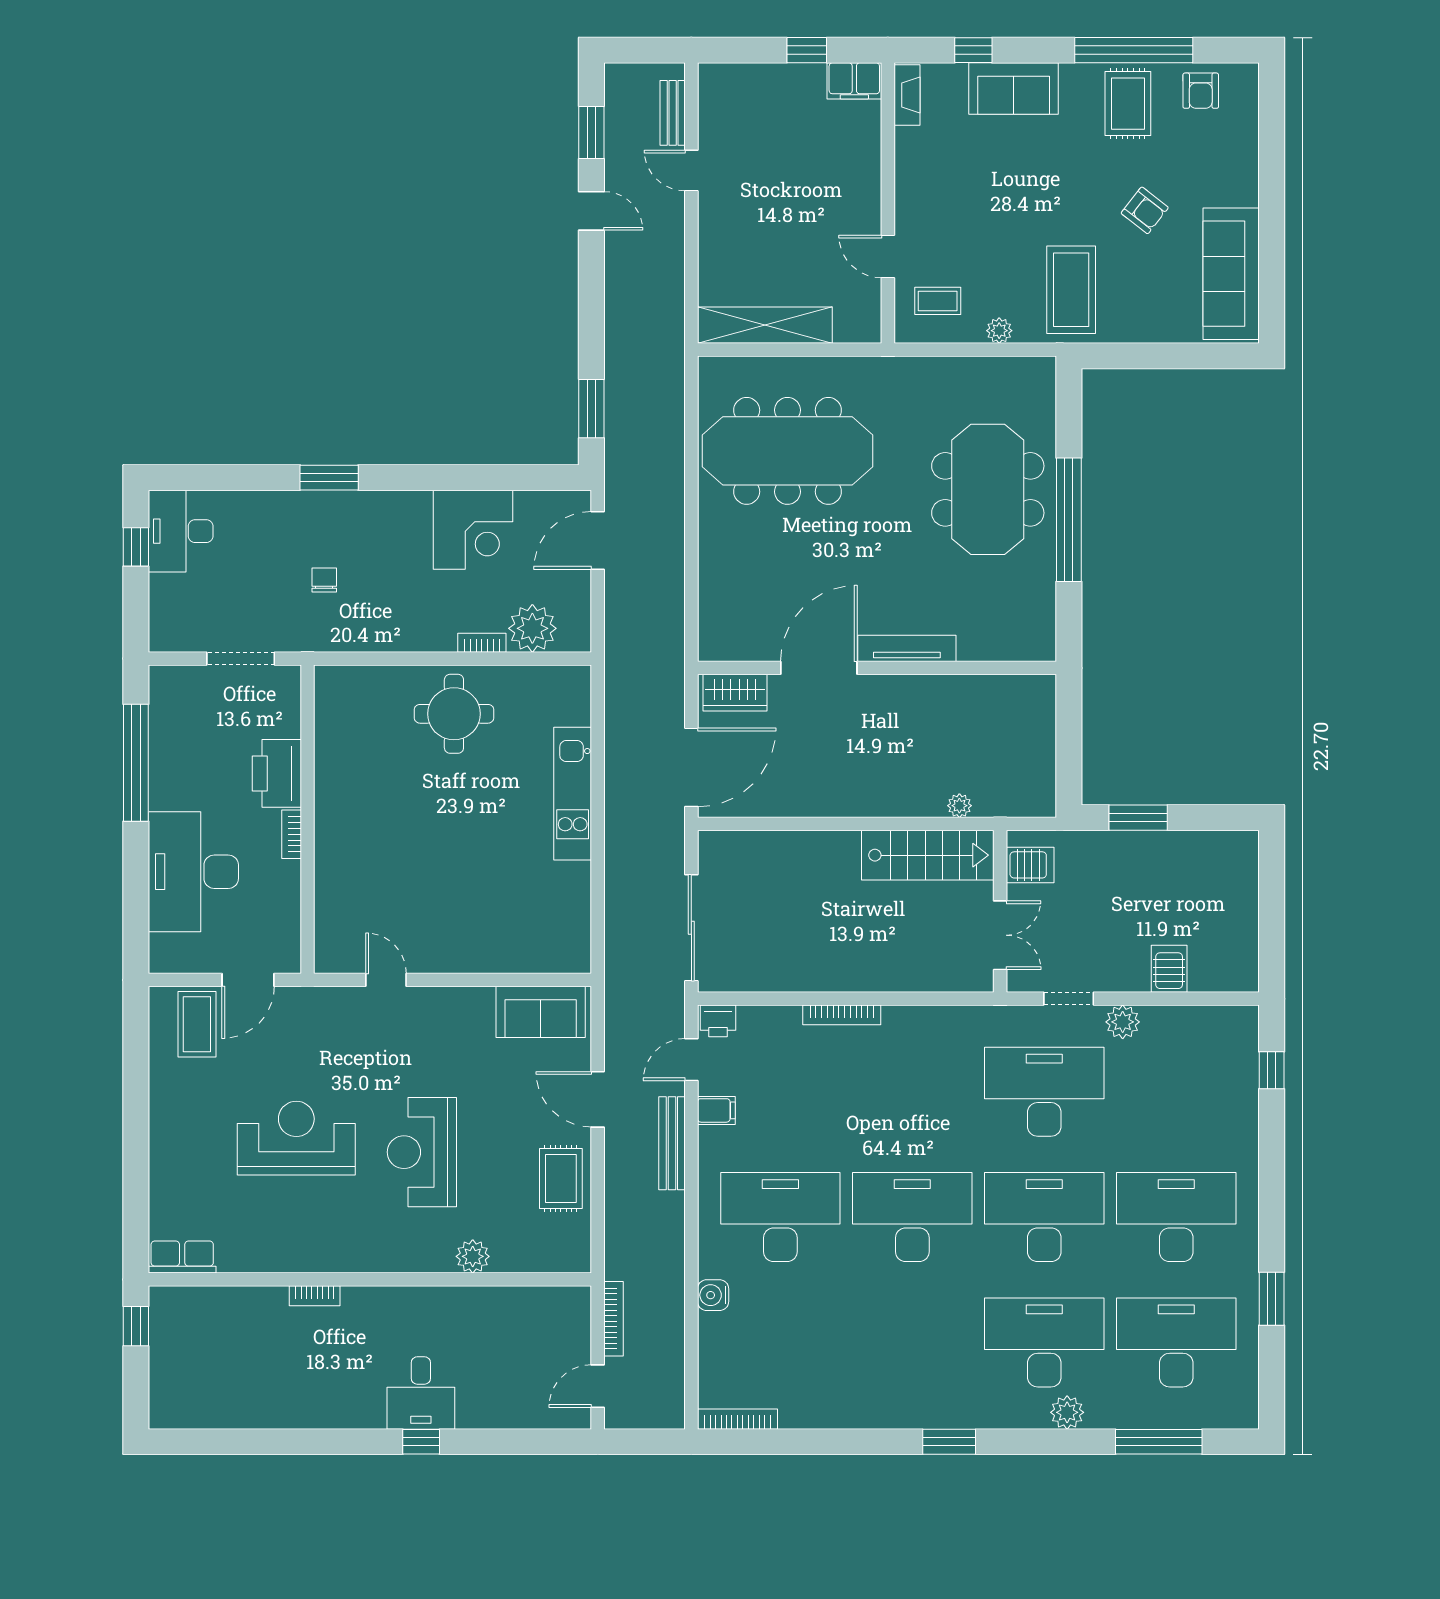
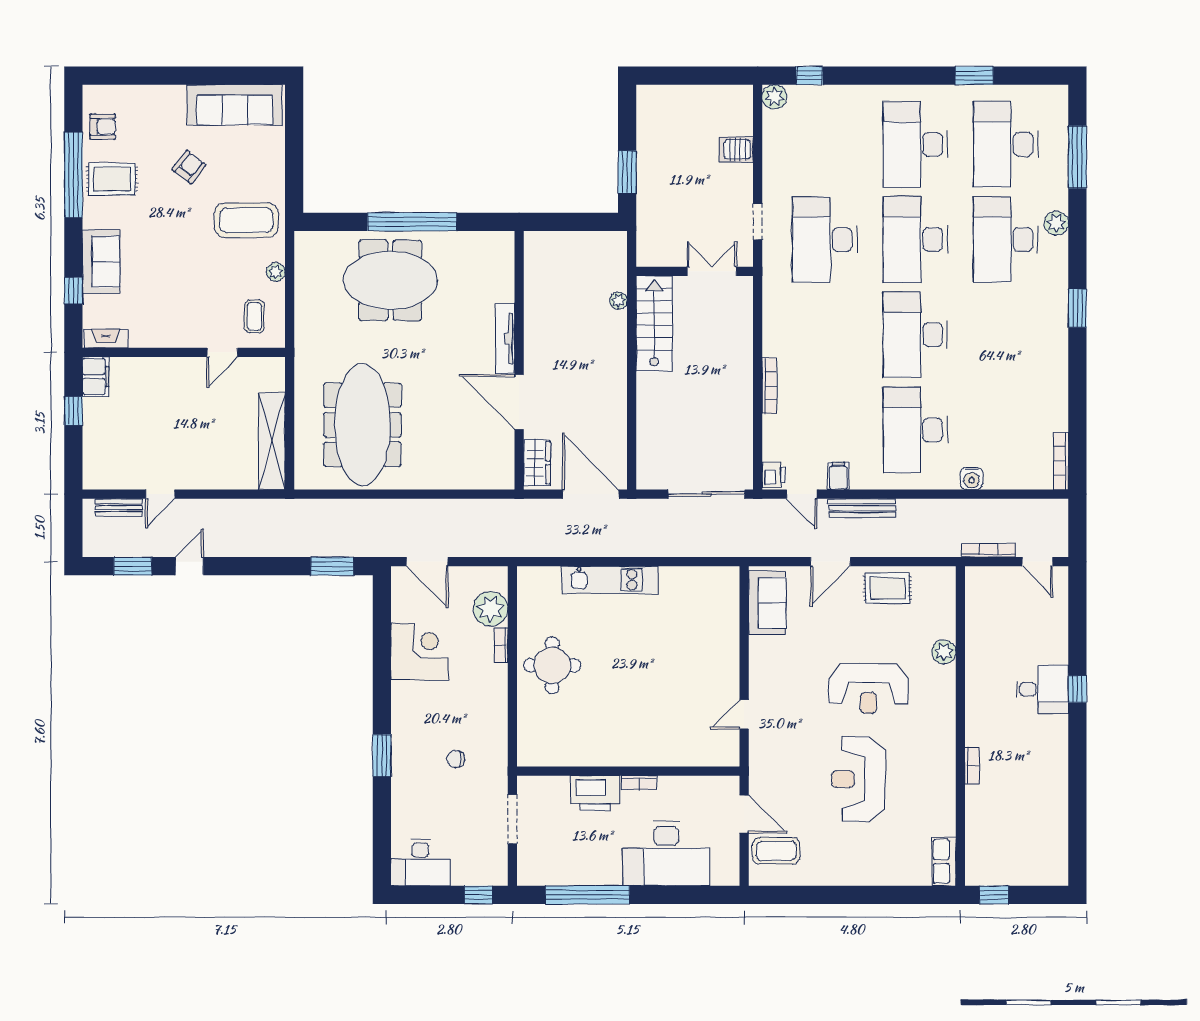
window: (136, 547) -> (479, 895), moved
server rack: (1030, 865) -> (661, 250), removed
plant: (1123, 1022) -> (775, 97), moved

